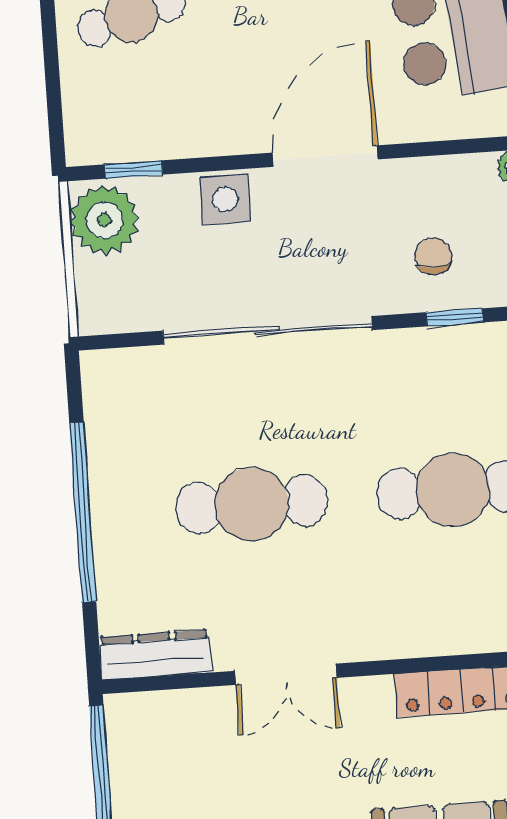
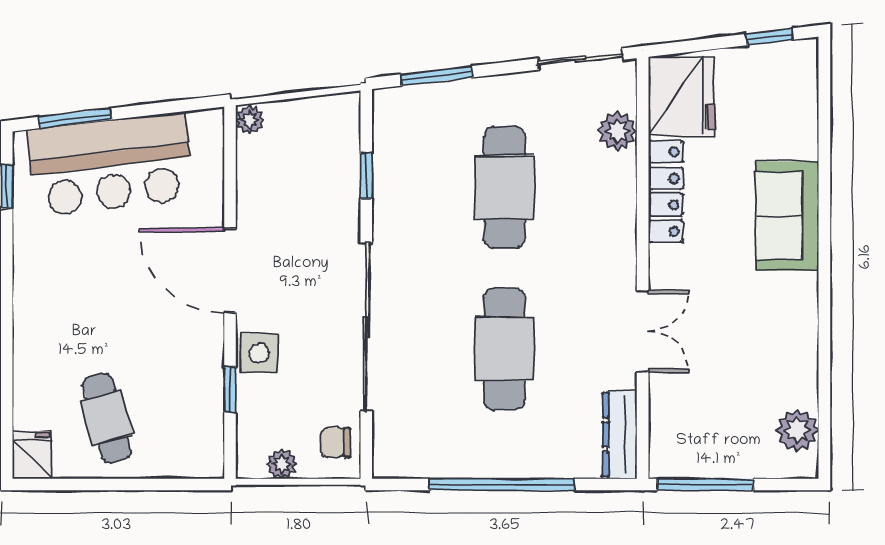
window: (134, 170) -> (230, 390), moved
plant: (104, 220) -> (282, 464), width x0.53, depth x0.53
chair: (433, 256) -> (335, 442), moved

